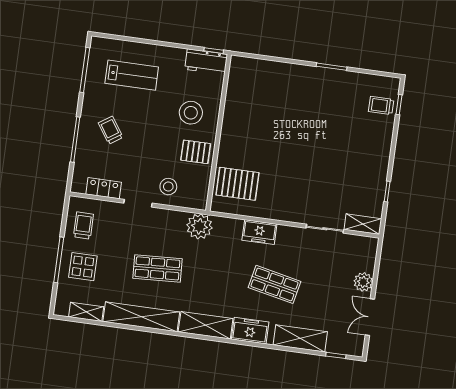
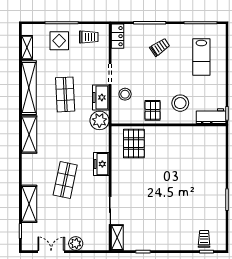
workbench: (206, 62) -> (211, 116), moved, turned 90
locker: (104, 188) -> (117, 36), moved
freezer: (250, 331) -> (101, 97), moved, turned 180

